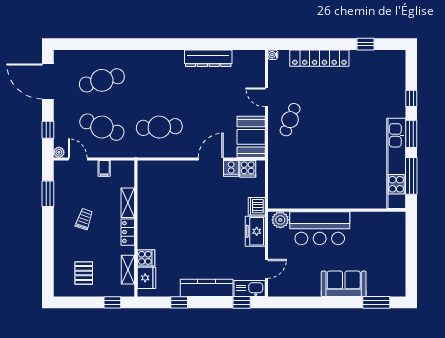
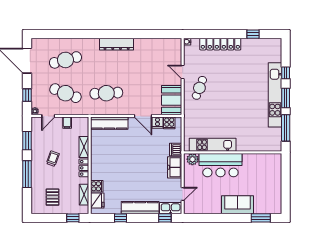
dresser: (208, 58) -> (117, 44), moved
door: (78, 159) -> (48, 116), swing flipped
door: (211, 159) -> (143, 116), swing flipped
kitchen unit: (396, 163) -> (275, 95), moved
kitchen counter: (163, 169) -> (109, 123), added
kitchen unit: (309, 200) -> (213, 145), added
window: (48, 241) -> (27, 174), added

